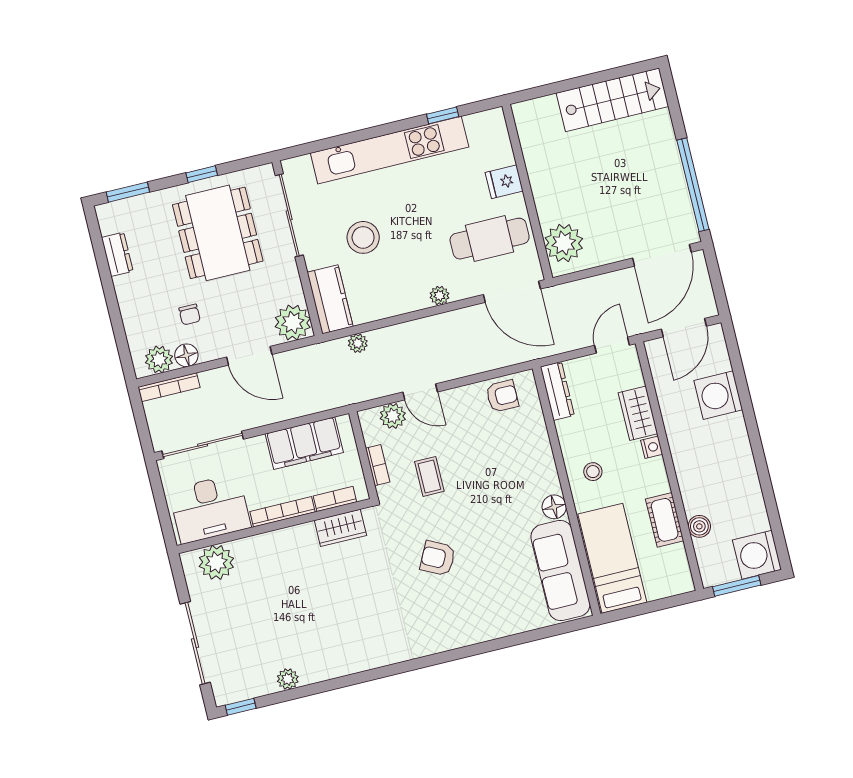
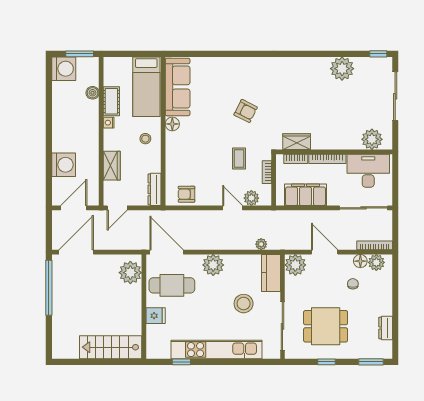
stairs: (612, 100) -> (111, 347), moved
dining table: (218, 233) -> (326, 326), width x0.73
plant: (439, 296) -> (213, 265), width x1.87, depth x1.87
nightstand: (652, 447) -> (109, 123), moved
plant: (288, 679) -> (342, 69), width x1.87, depth x1.87

